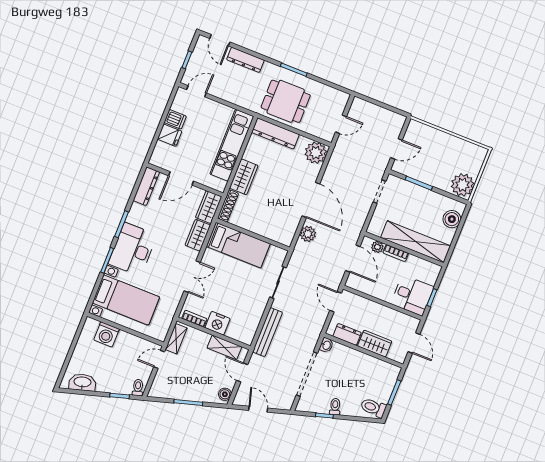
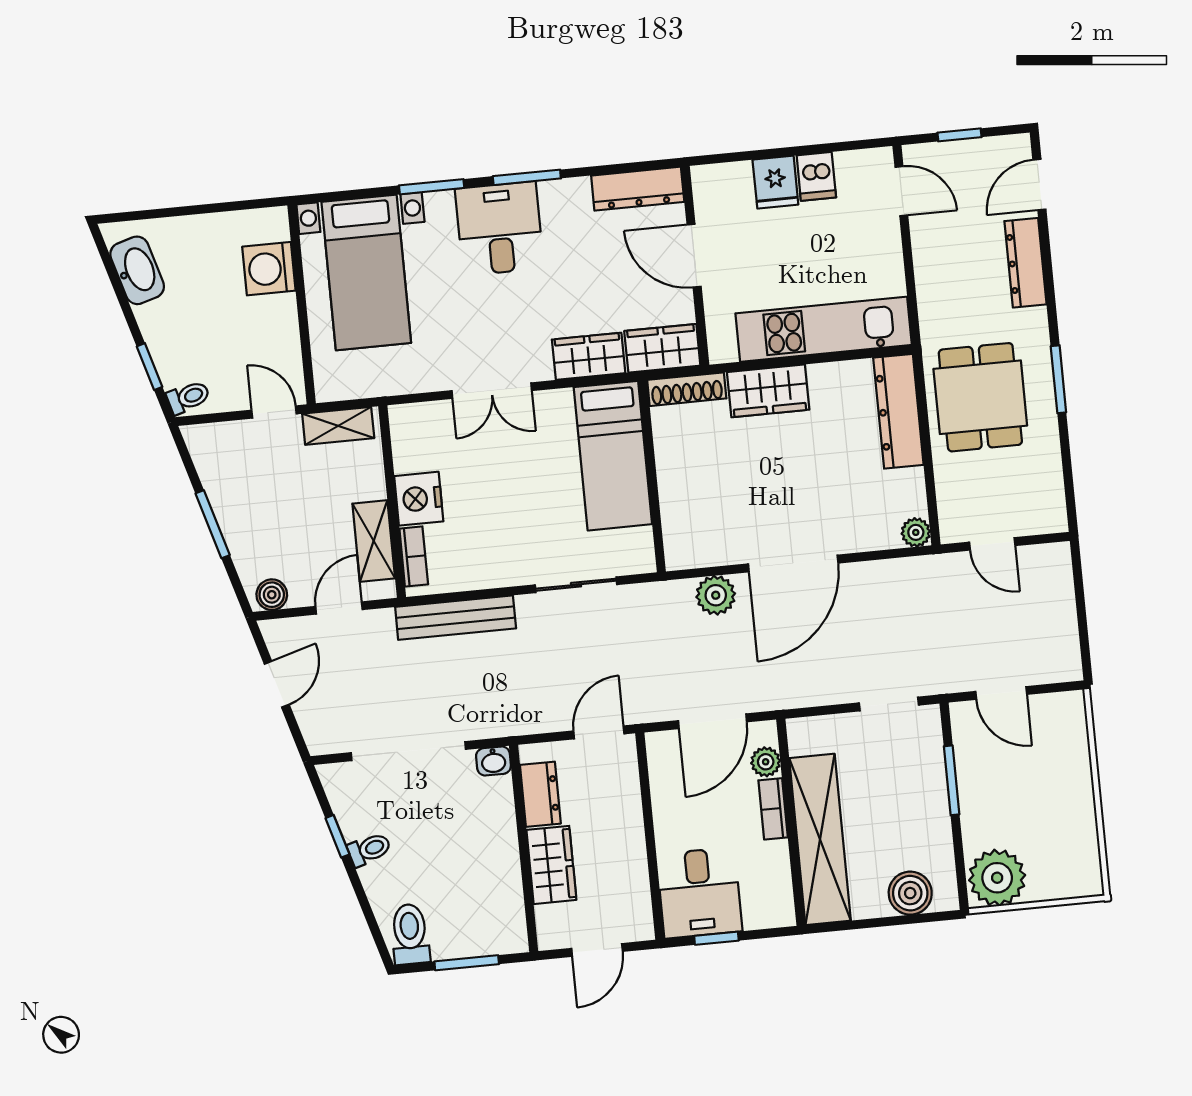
plant: (316, 153) -> (916, 532), width x0.53, depth x0.53
desk: (133, 249) -> (499, 228), width x0.73
bookcase: (194, 319) -> (414, 556), moved

